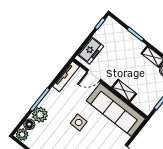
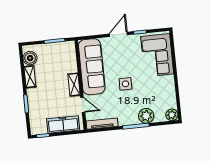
freezer: (91, 50) -> (63, 124), width x1.40
shelving: (124, 91) -> (74, 85), moved
floor lamp: (29, 124) -> (160, 117), removed

